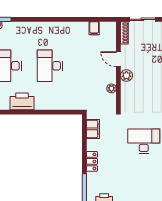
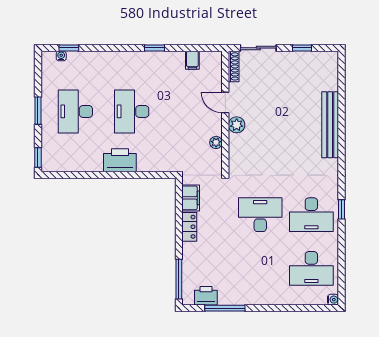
window: (67, 19) -> (155, 48), added
printer: (22, 101) -> (120, 160), moved
locker: (92, 161) -> (189, 227), moved

